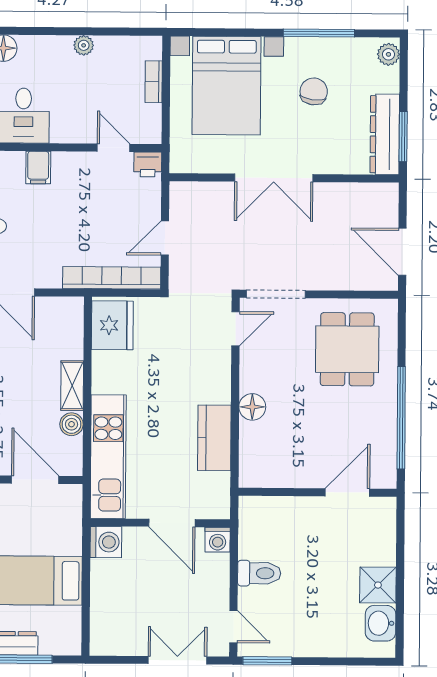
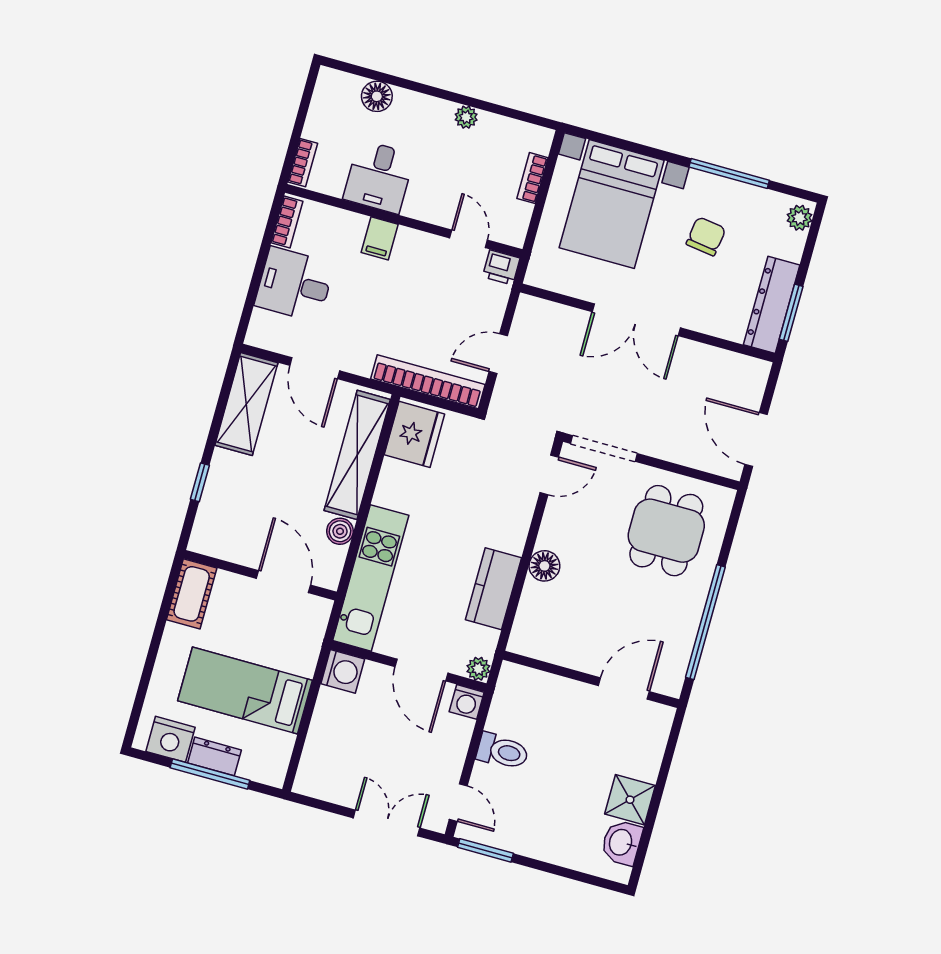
shelving: (72, 386) -> (357, 455), width x2.20, depth x1.33
plant: (220, 509) -> (478, 669), added

